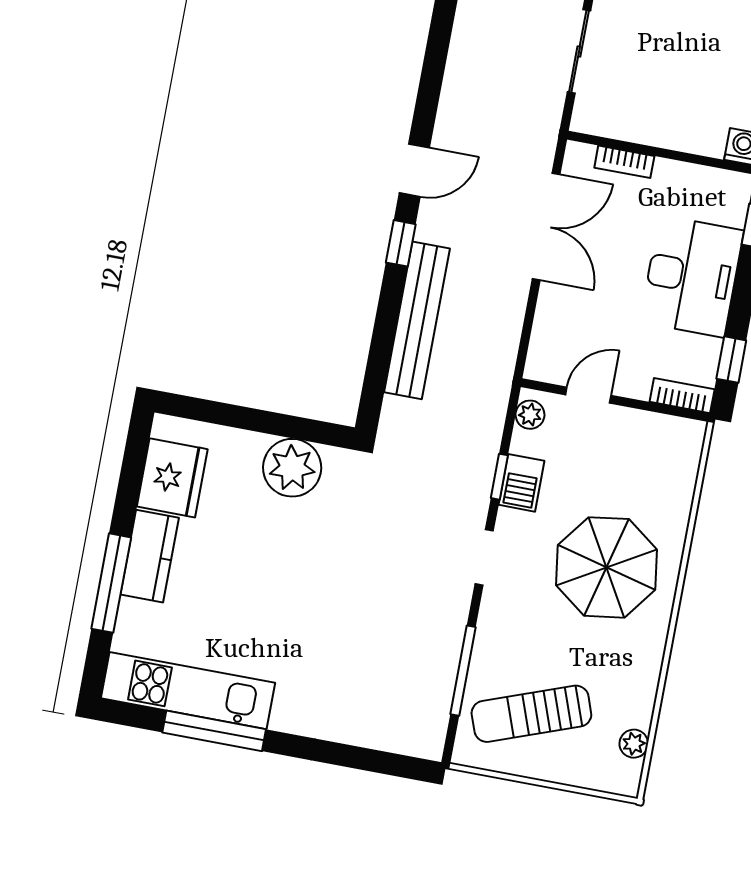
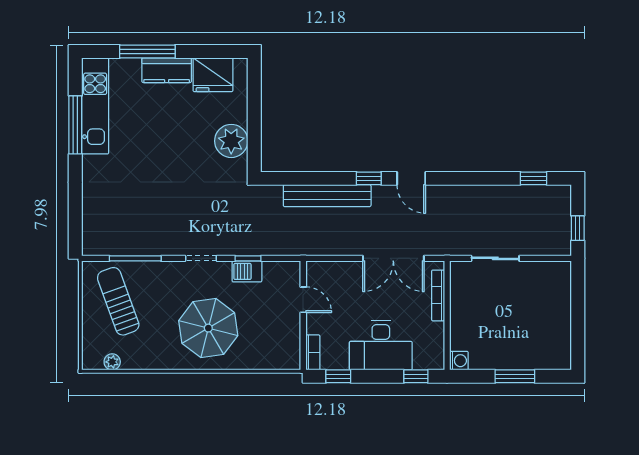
bookcase: (624, 162) -> (438, 295), width x1.56
plant: (530, 415) -> (286, 269), removed

